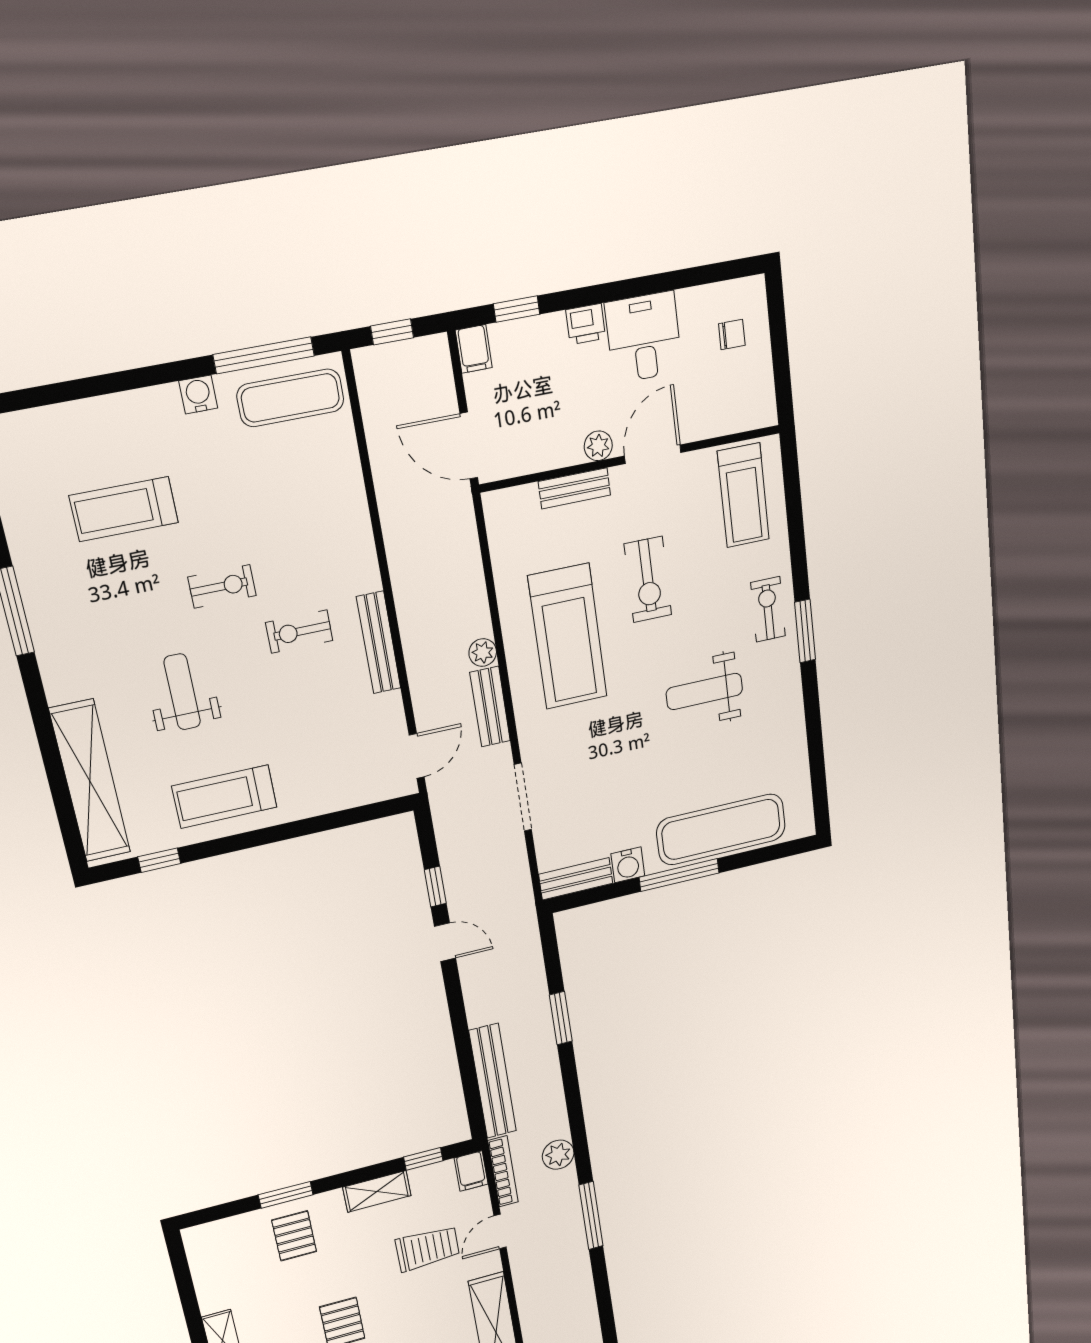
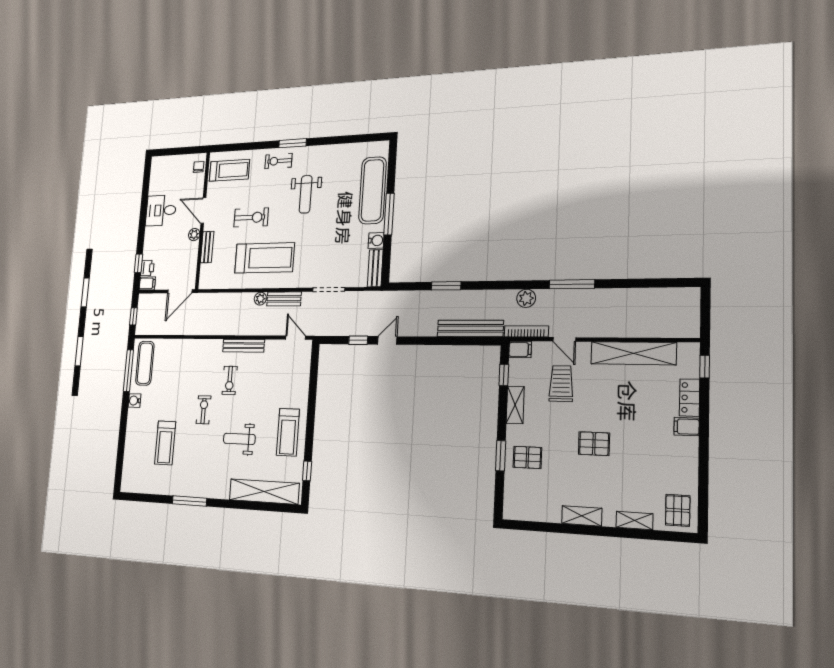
printer: (586, 324) -> (147, 268), moved
chair: (732, 334) -> (199, 167), moved

